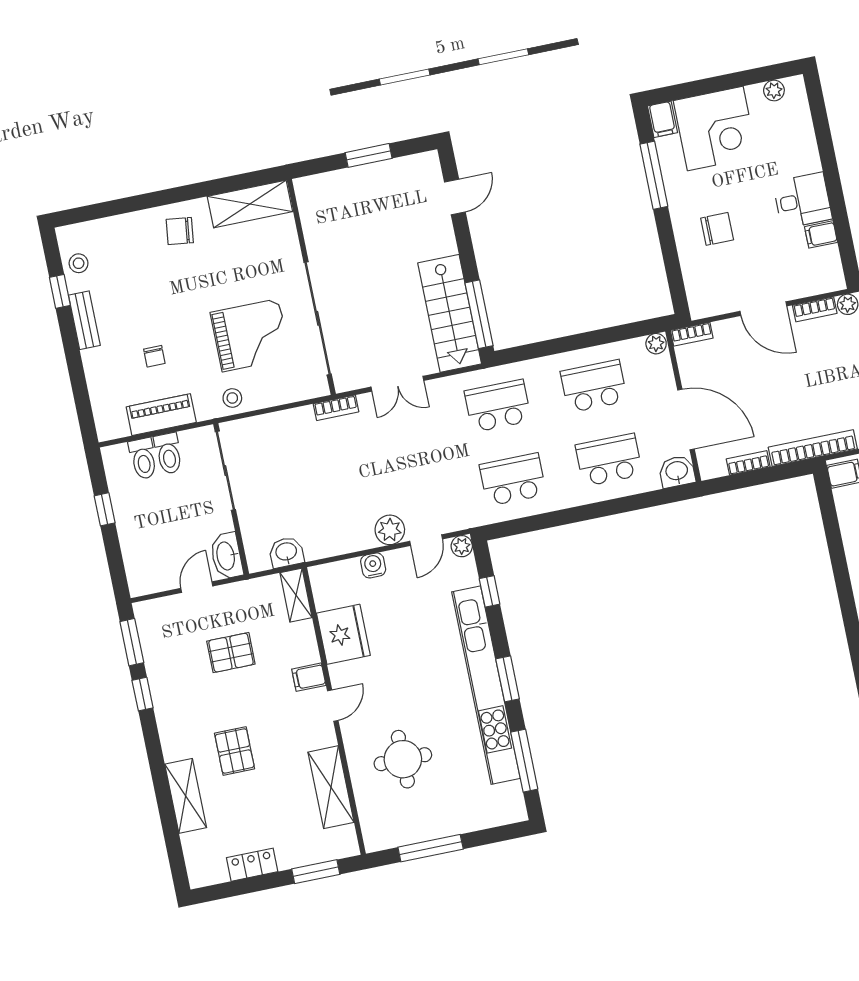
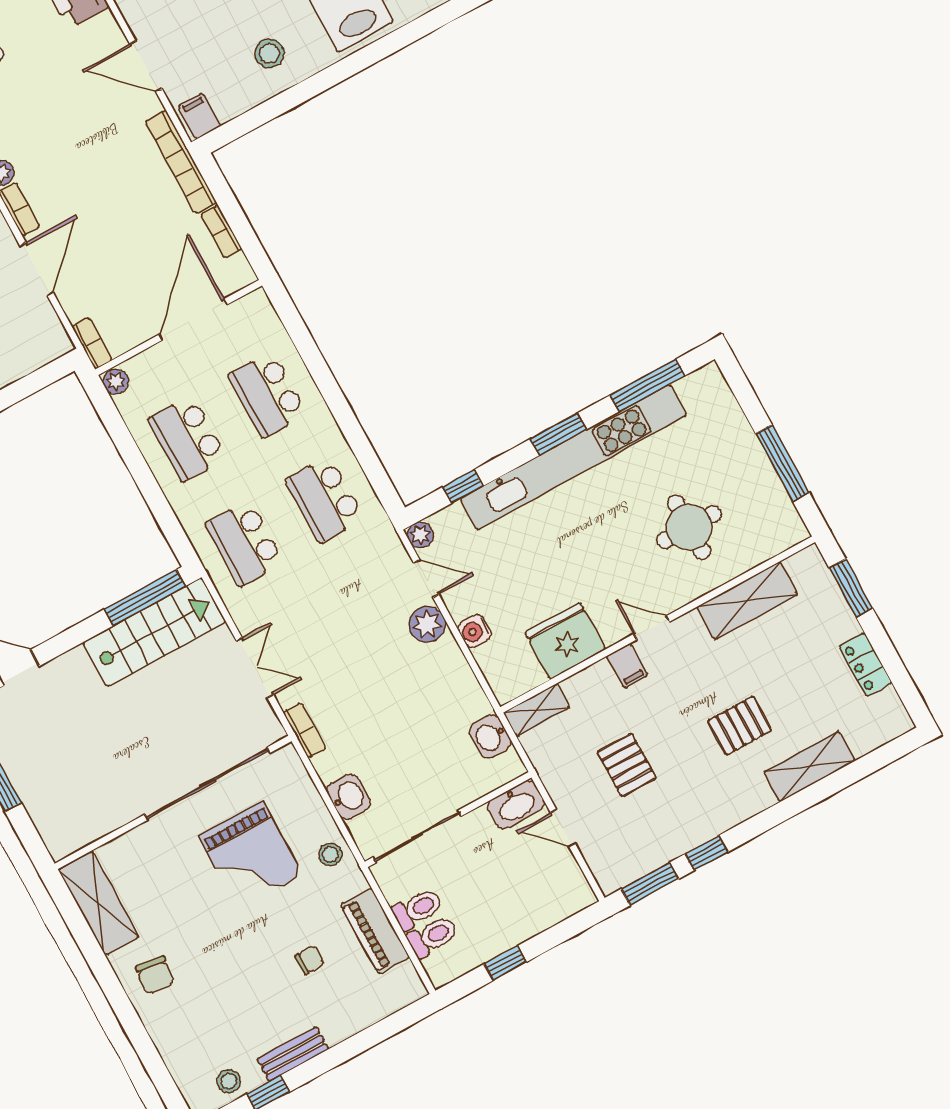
grand piano: (250, 335) -> (251, 856), turned 180
washbasin: (677, 471) -> (349, 797), moved, turned 180

